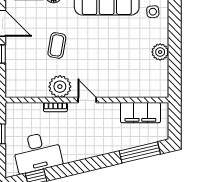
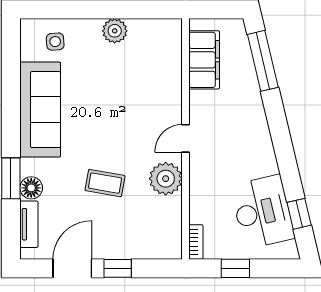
bookcase: (55, 107) -> (196, 242), moved

